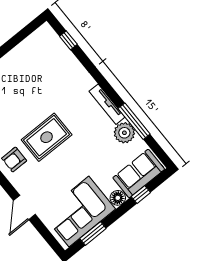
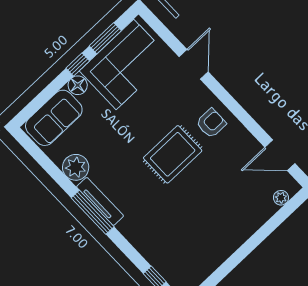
window: (134, 121) -> (93, 212), moved
window: (141, 195) -> (78, 64), moved

